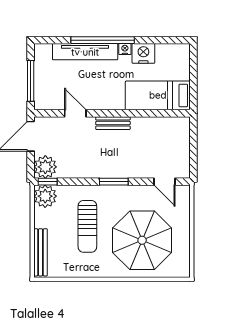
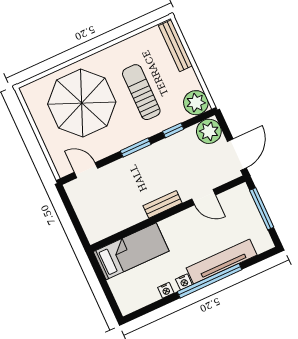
nightstand: (143, 53) -> (166, 290), width x0.53, depth x0.56
window: (48, 182) -> (173, 130), moved

